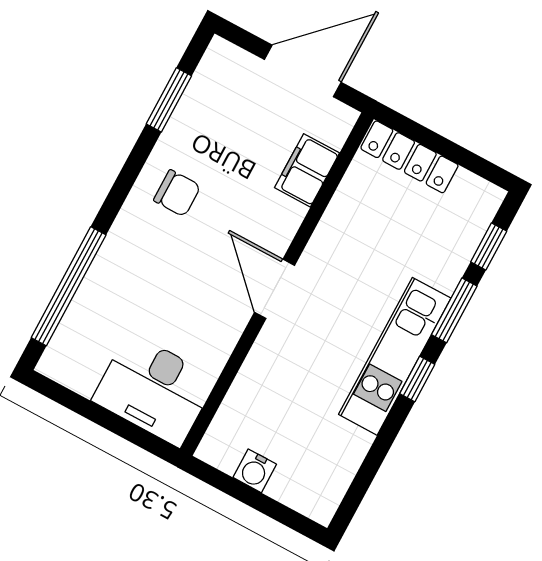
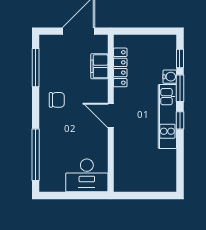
window: (169, 100) -> (36, 68), width x1.44
locker: (409, 157) -> (120, 67), moved, turned -90
water cooler: (255, 471) -> (170, 77), moved, turned -90

